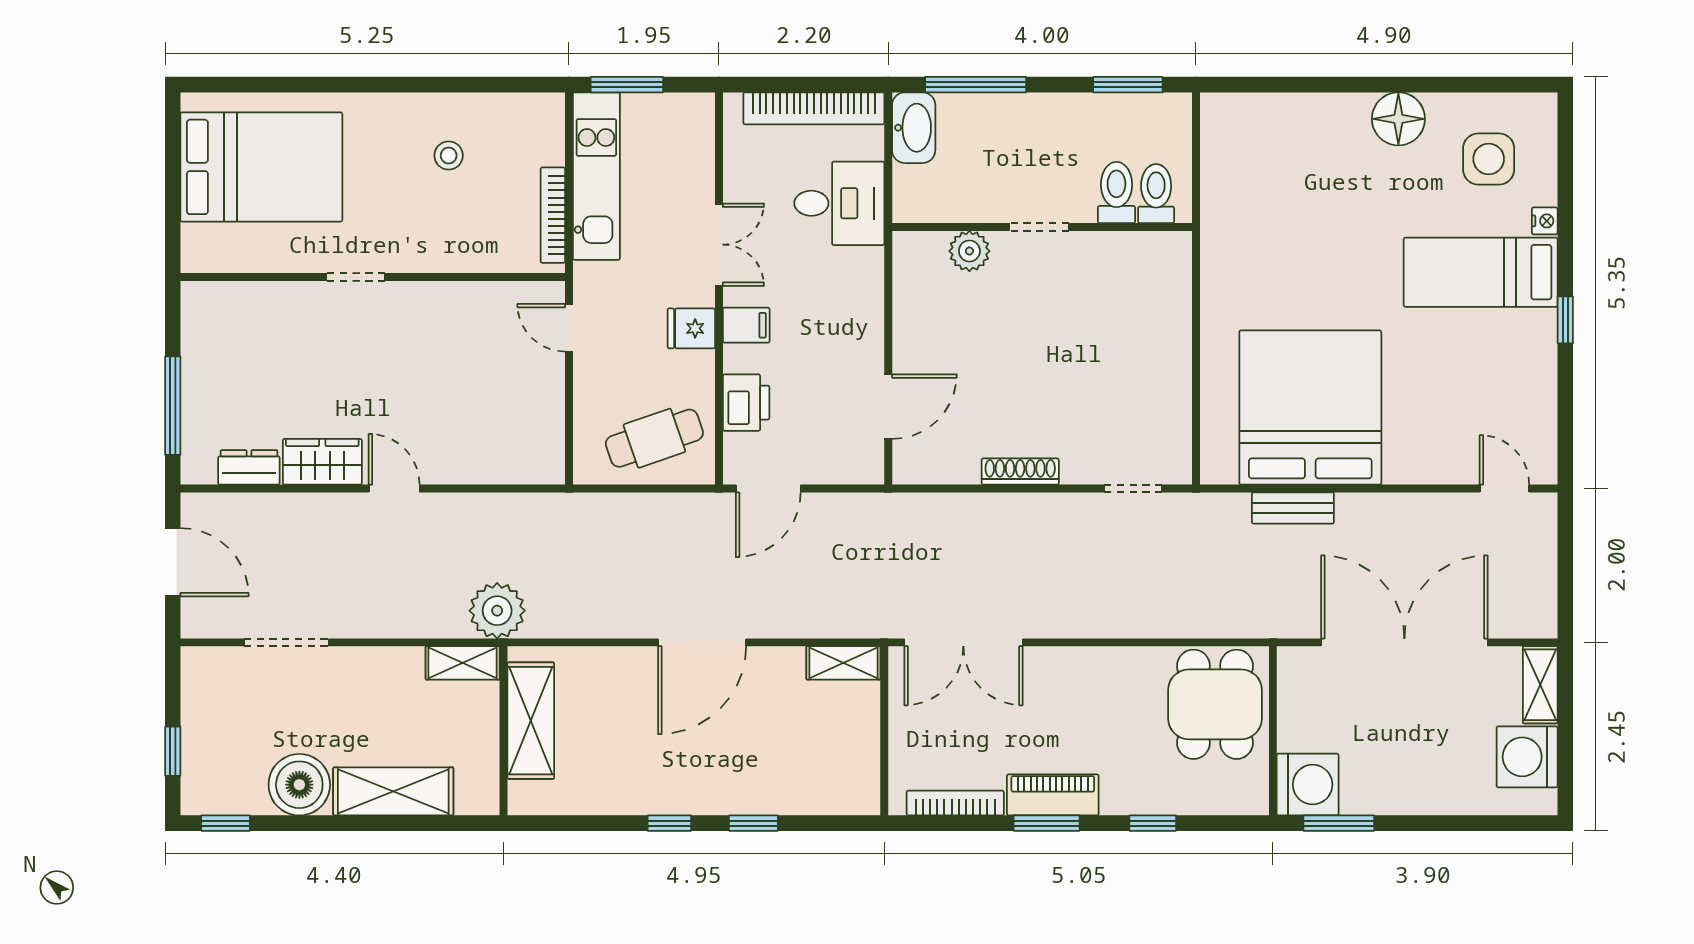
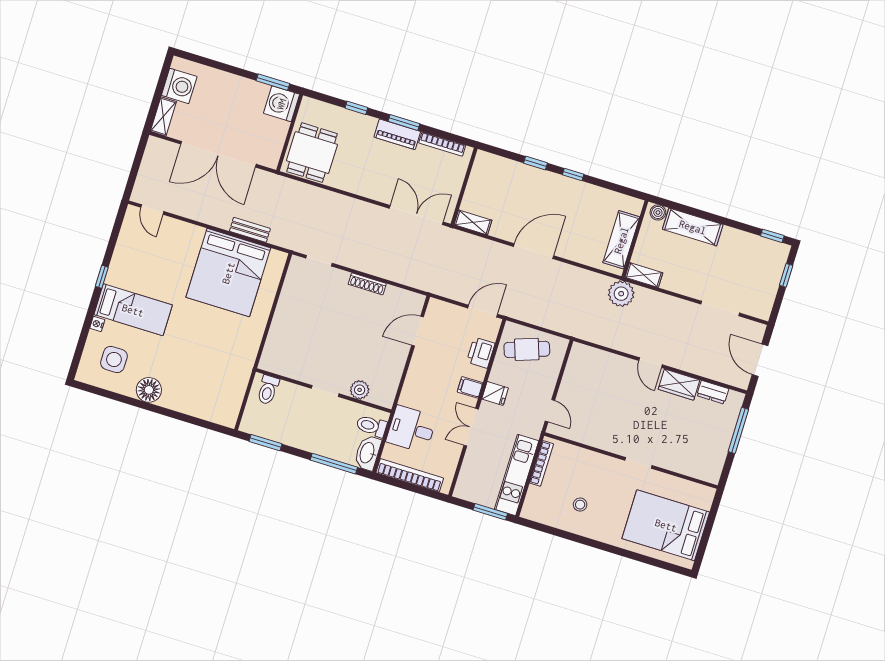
toilet: (1116, 192) -> (371, 426), moved, turned 90
boiler: (299, 785) -> (658, 213), moved, width x0.54, depth x0.54

